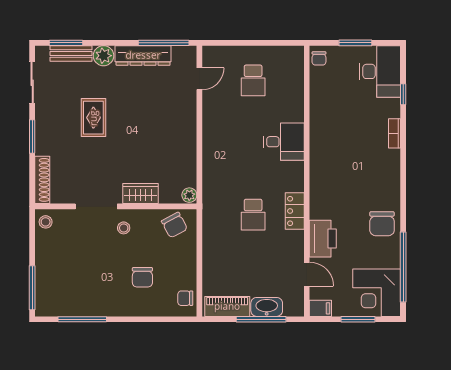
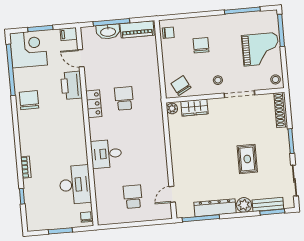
desk: (380, 71) -> (75, 185), moved, turned 180
wardrobe: (140, 194) -> (194, 108), moved
grand piano: (62, 265) -> (261, 49), added

